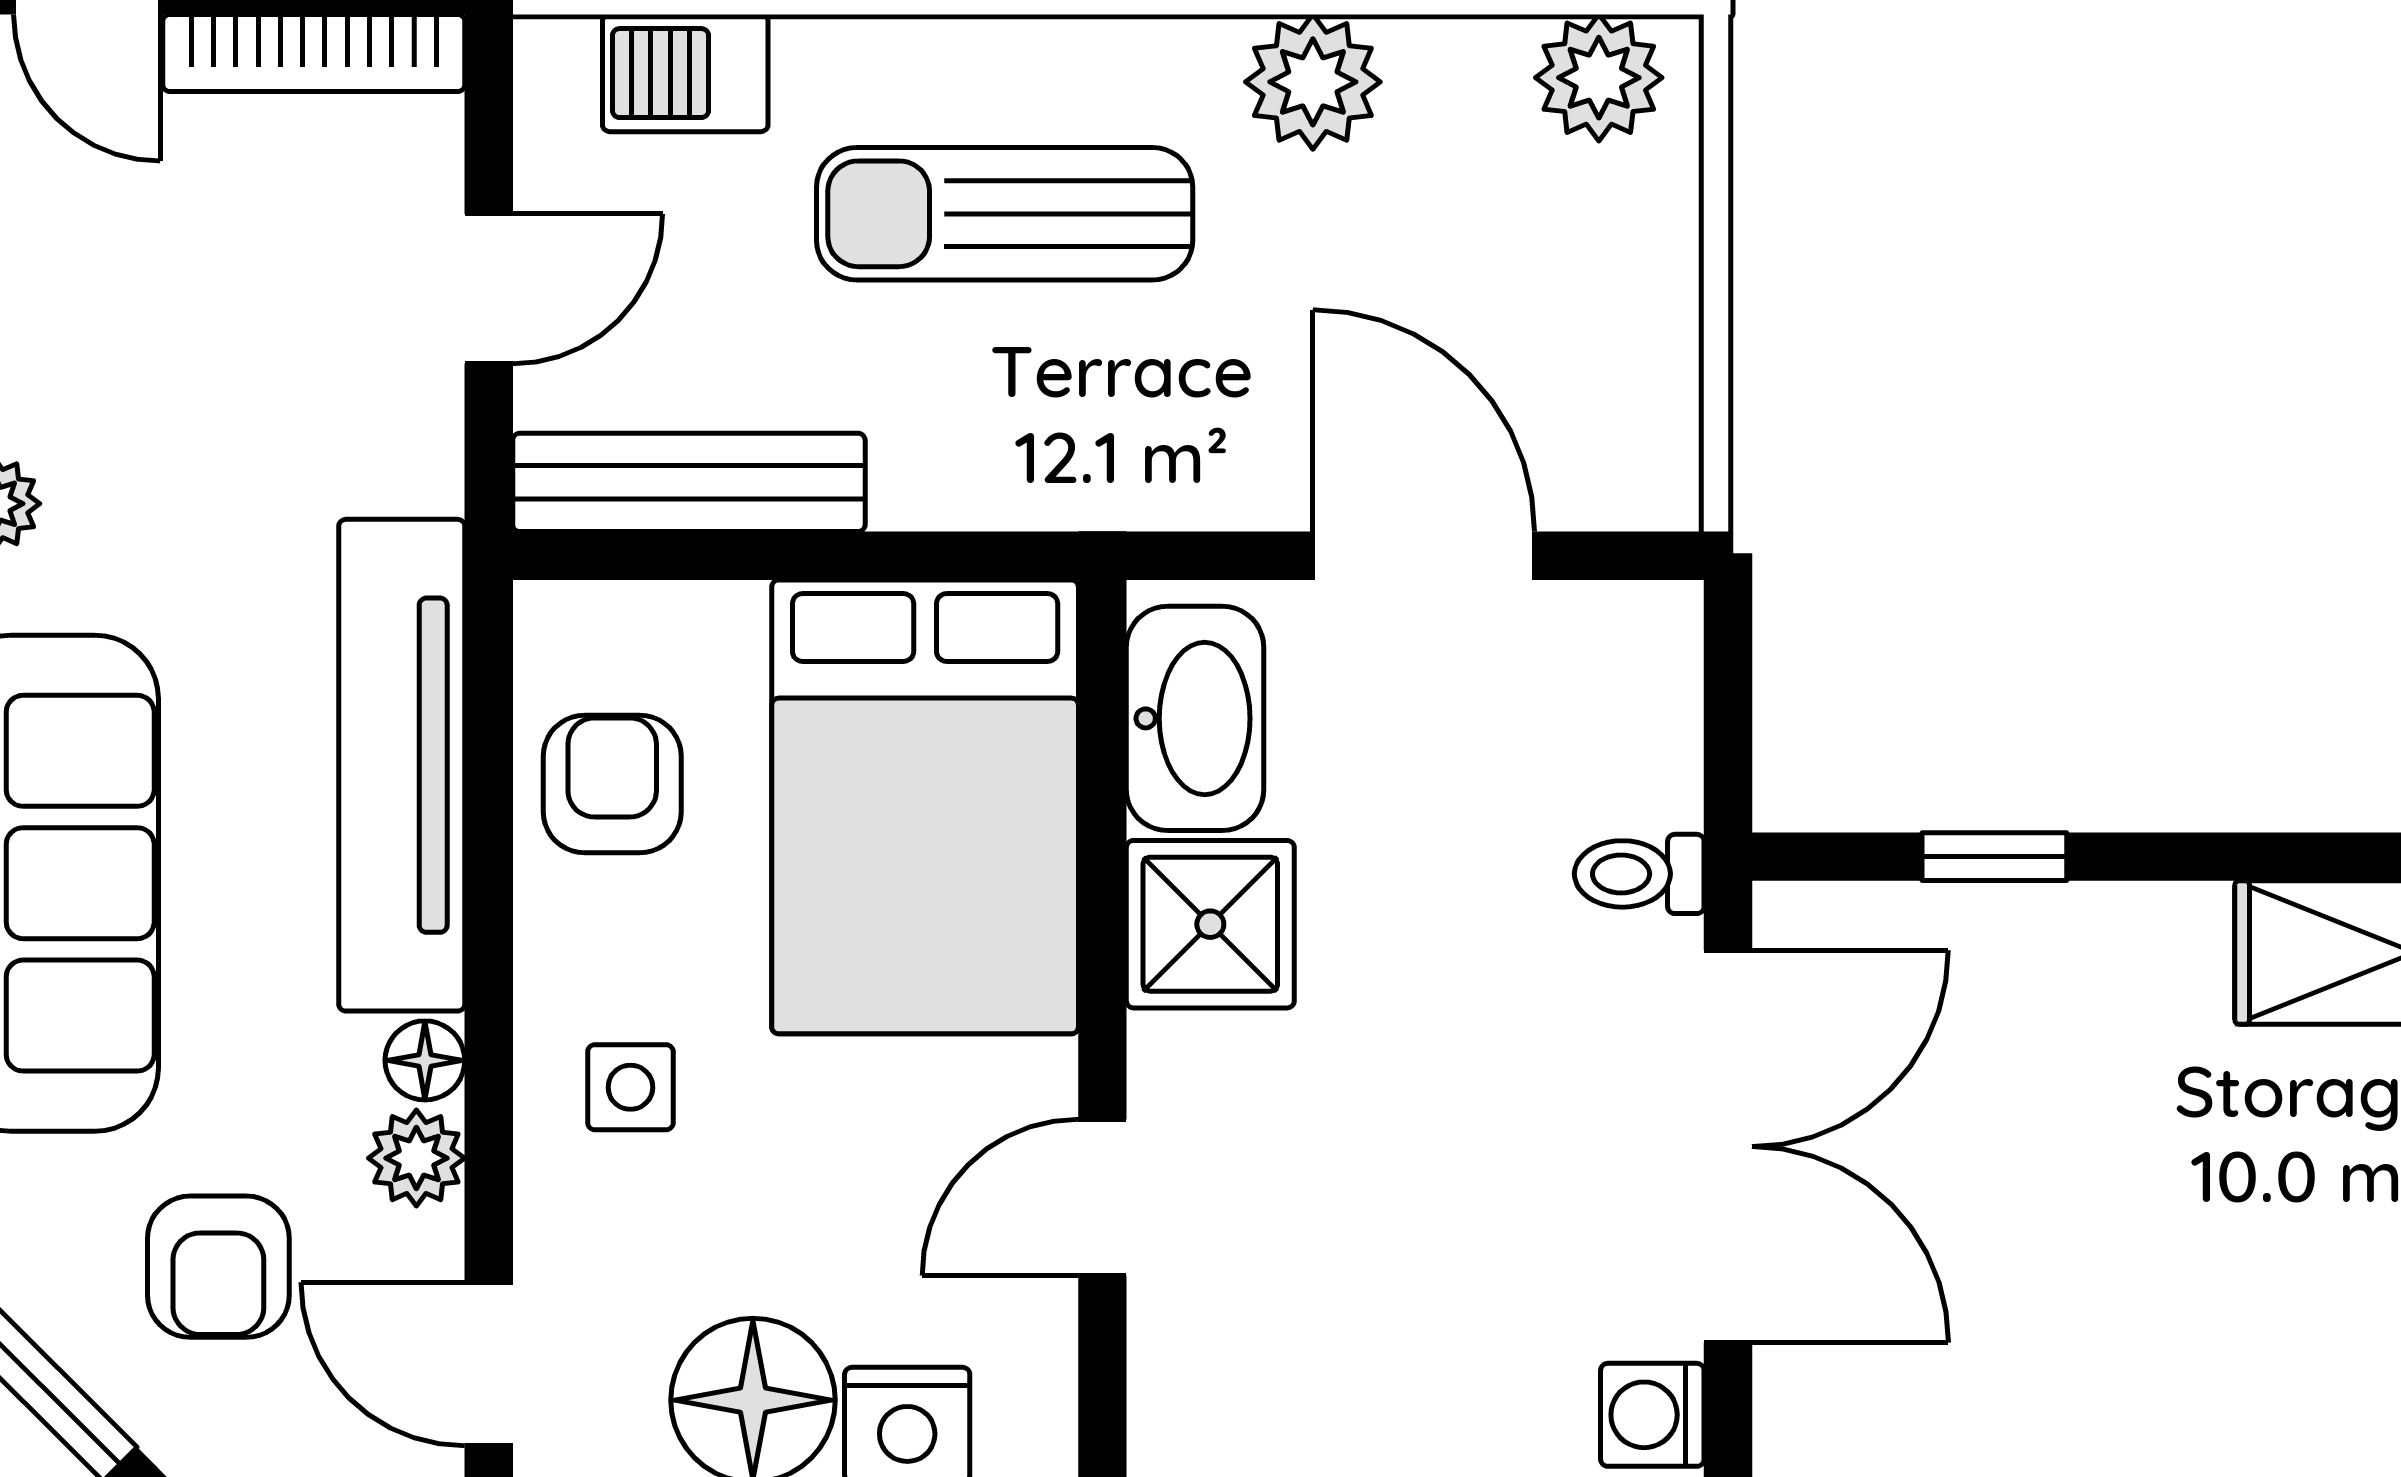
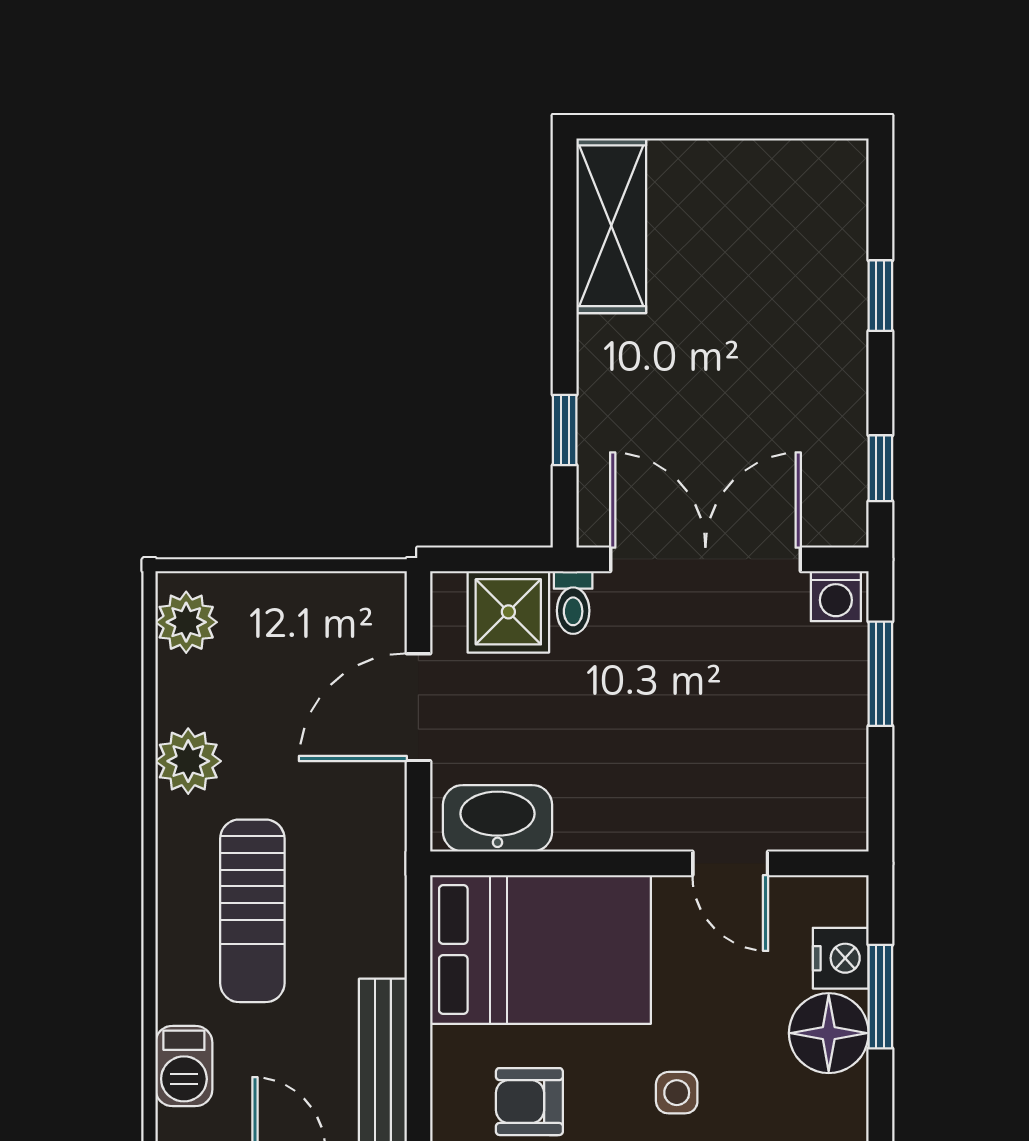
shower: (1210, 924) -> (508, 612), moved

